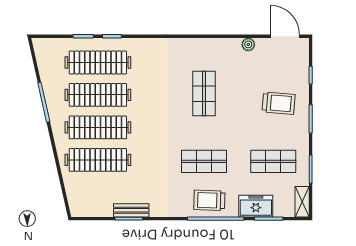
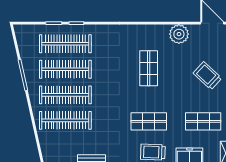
plant: (248, 44) -> (179, 34), width x1.87, depth x1.87
trolley: (279, 103) -> (207, 76), turned -142

